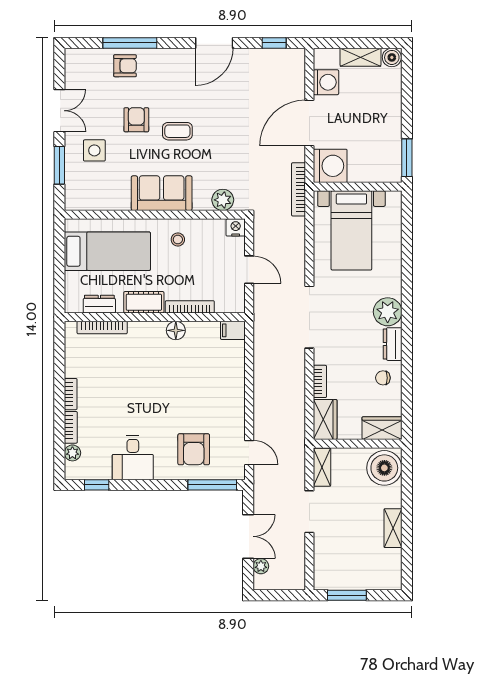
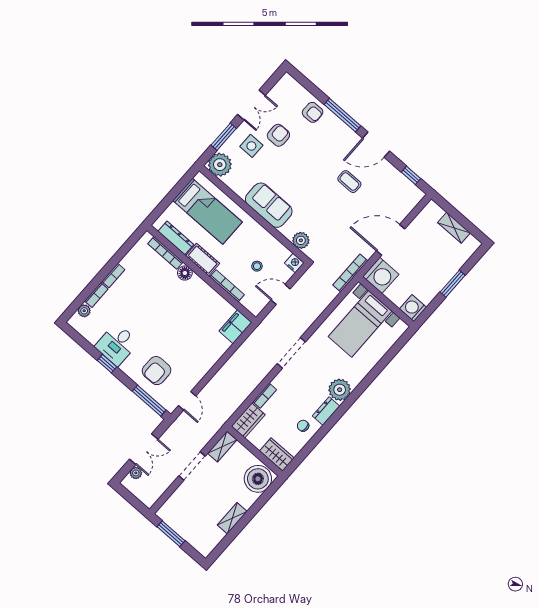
window: (130, 43) -> (342, 115), moved
boiler: (392, 57) -> (472, 244), removed
washing machine: (326, 82) -> (413, 308), moved, turned 180
armchair: (136, 120) -> (278, 135), moved
coffee table: (177, 131) -> (349, 182), moved
window: (407, 158) -> (453, 284), moved
plant: (80, 196) -> (220, 165), added
stool: (178, 239) -> (257, 266), moved
door: (249, 270) -> (281, 294), swing flipped
dresser: (99, 304) -> (176, 238), width x1.44
doorway: (309, 317) -> (291, 353), width x0.73
floor lamp: (176, 330) -> (185, 273), moved
filing cabinet: (233, 330) -> (235, 327), width x2.00
window: (97, 485) -> (107, 364), moved

